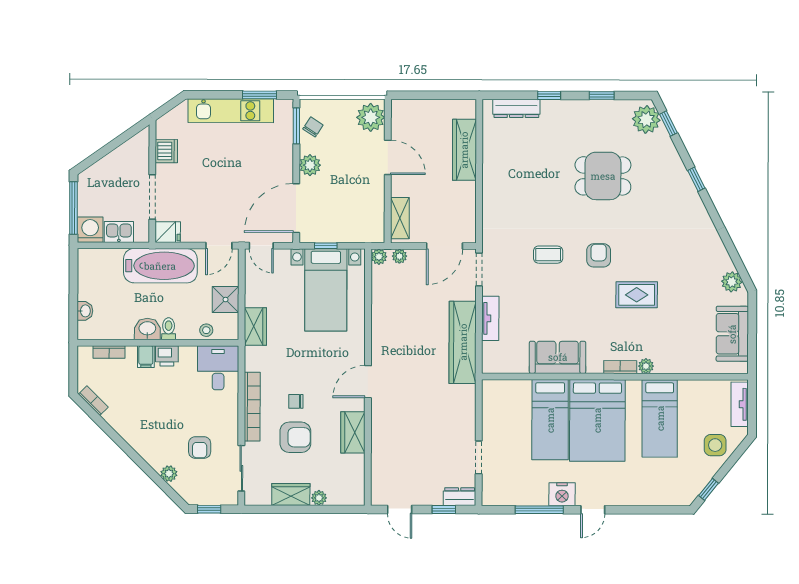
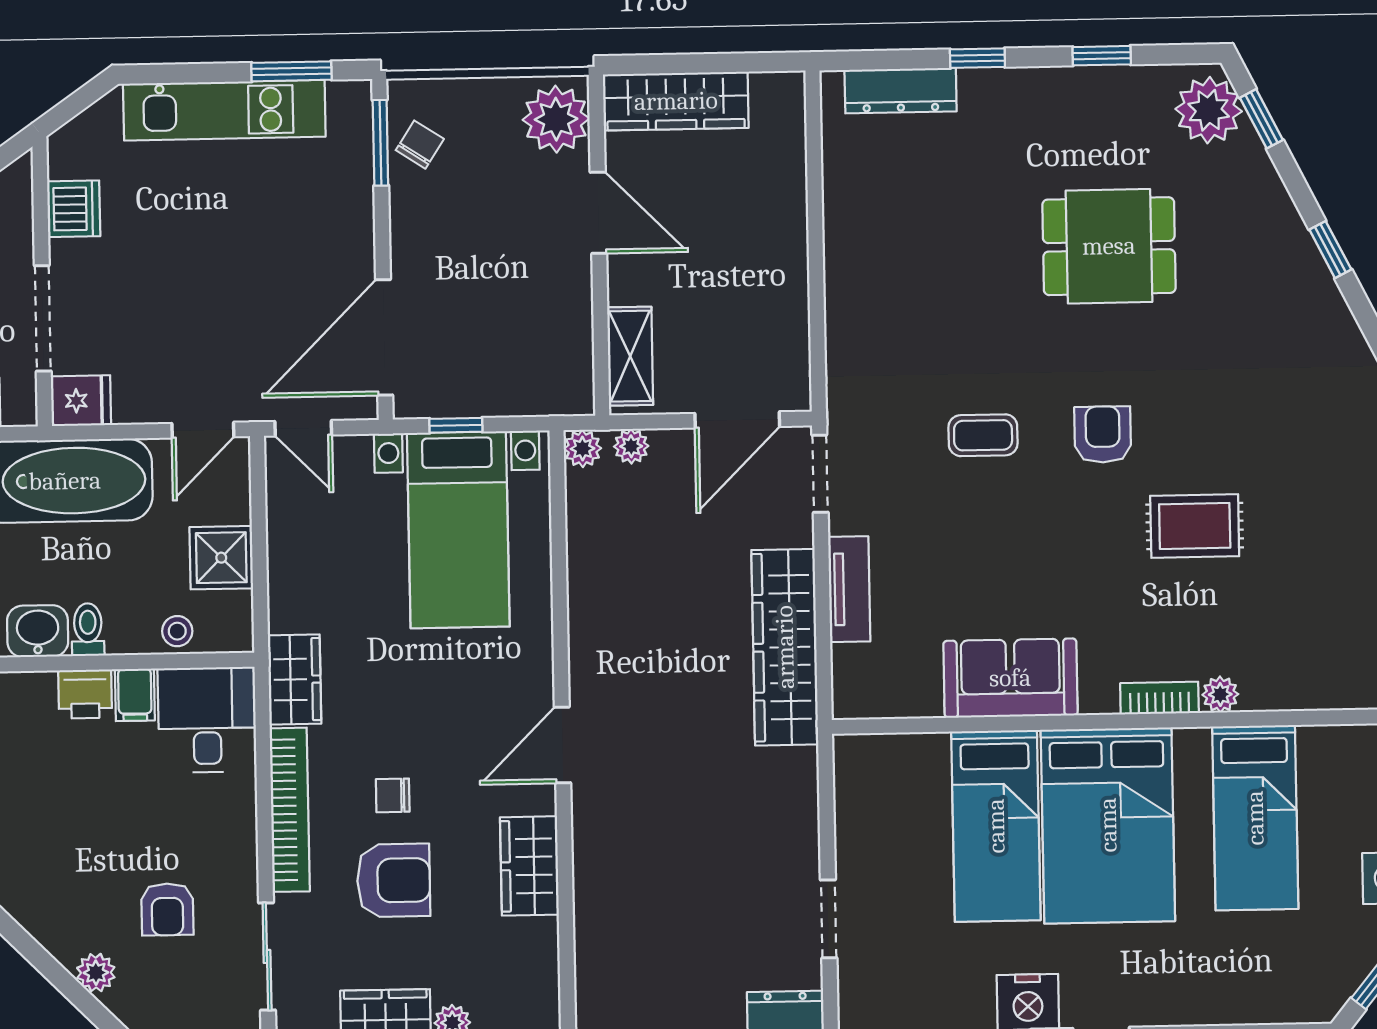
wardrobe: (464, 150) -> (676, 101), moved, turned -90
plant: (310, 165) -> (415, 235), removed
wardrobe: (255, 327) -> (295, 679), moved
filing cabinet: (146, 357) -> (135, 695), moved

